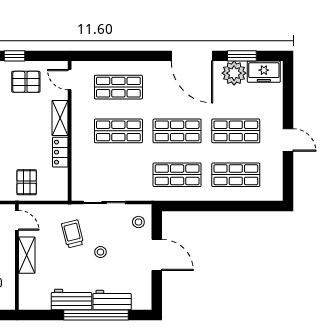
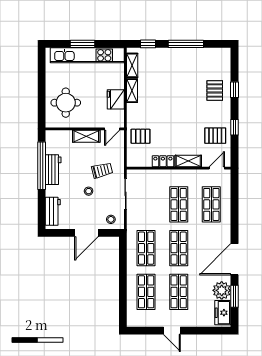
pallet: (26, 82) -> (215, 136), turned 90
door: (288, 140) -> (172, 331), hinge flipped
workbench: (112, 300) -> (53, 211), moved
window: (96, 315) -> (42, 166), moved

